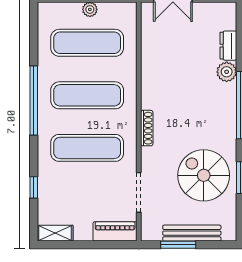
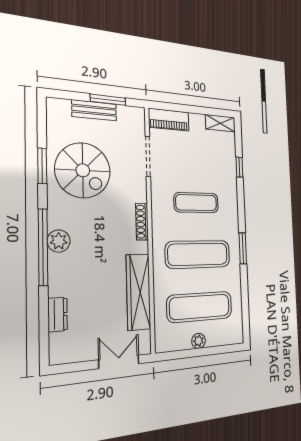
wardrobe: (152, 61) -> (138, 292), added
plant: (227, 72) -> (59, 241), moved
window: (34, 100) -> (243, 248), width x0.47
exercise mat: (87, 148) -> (196, 203), width x0.73, depth x0.69
bench: (192, 233) -> (94, 110), width x0.73

